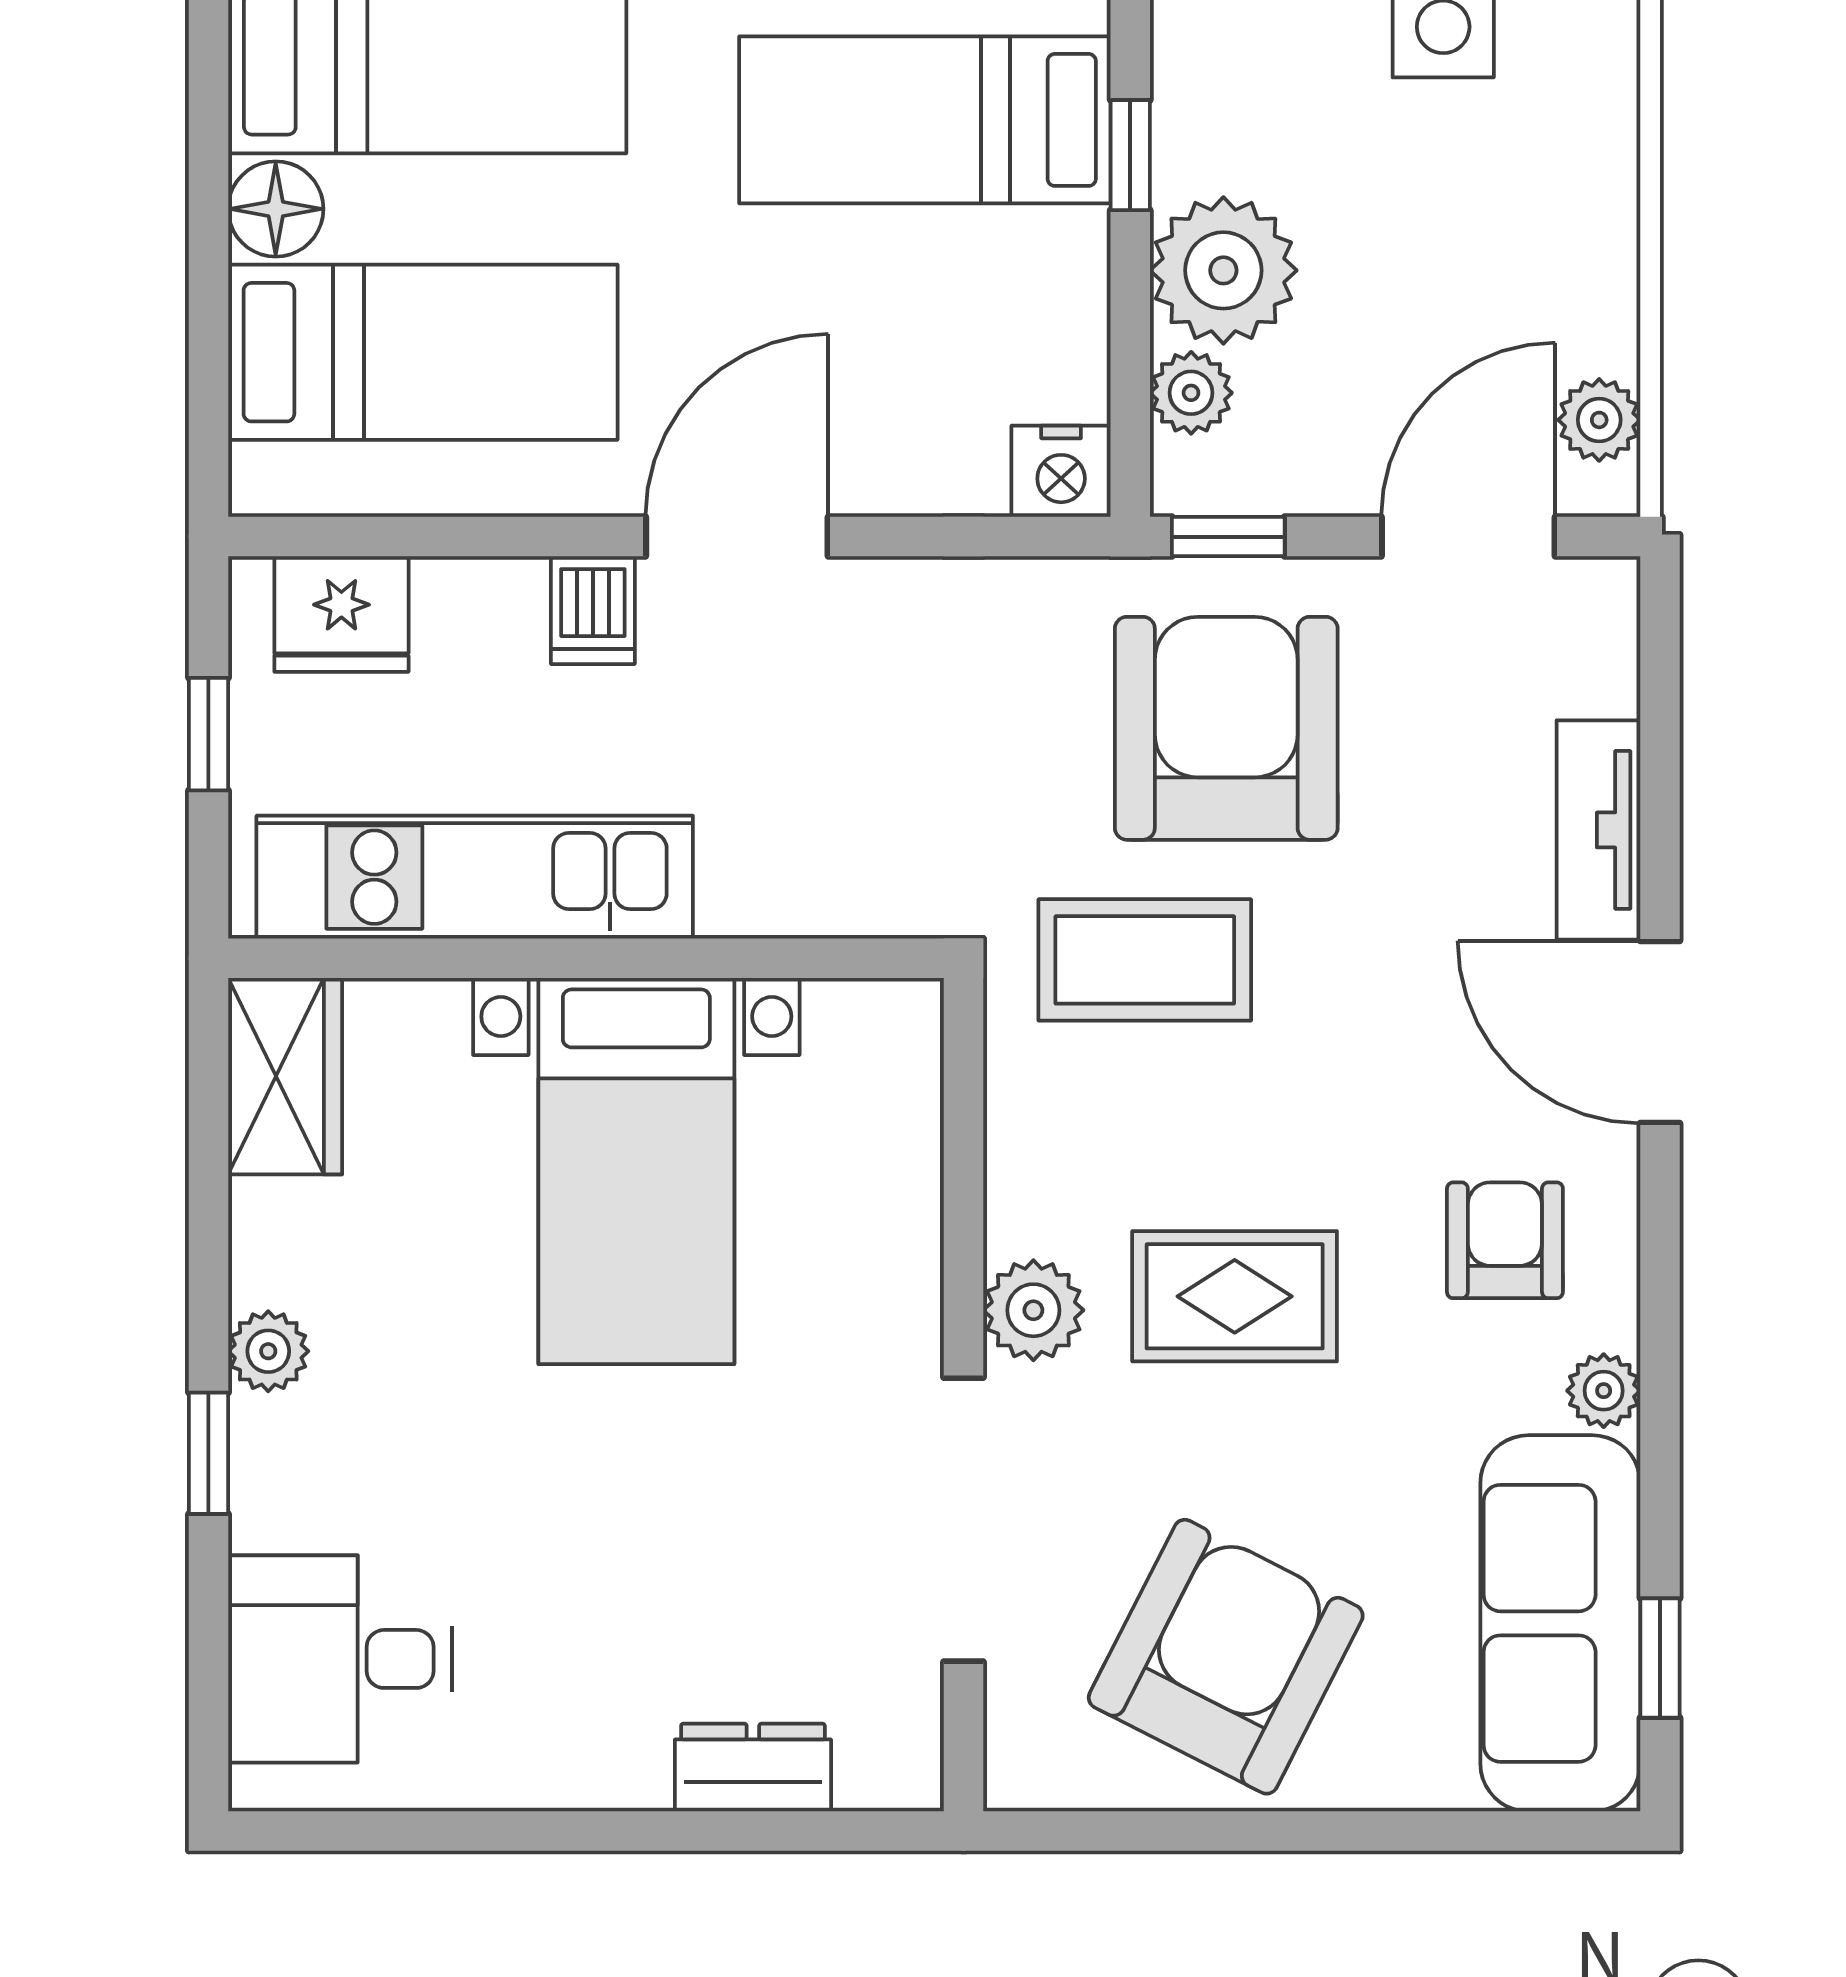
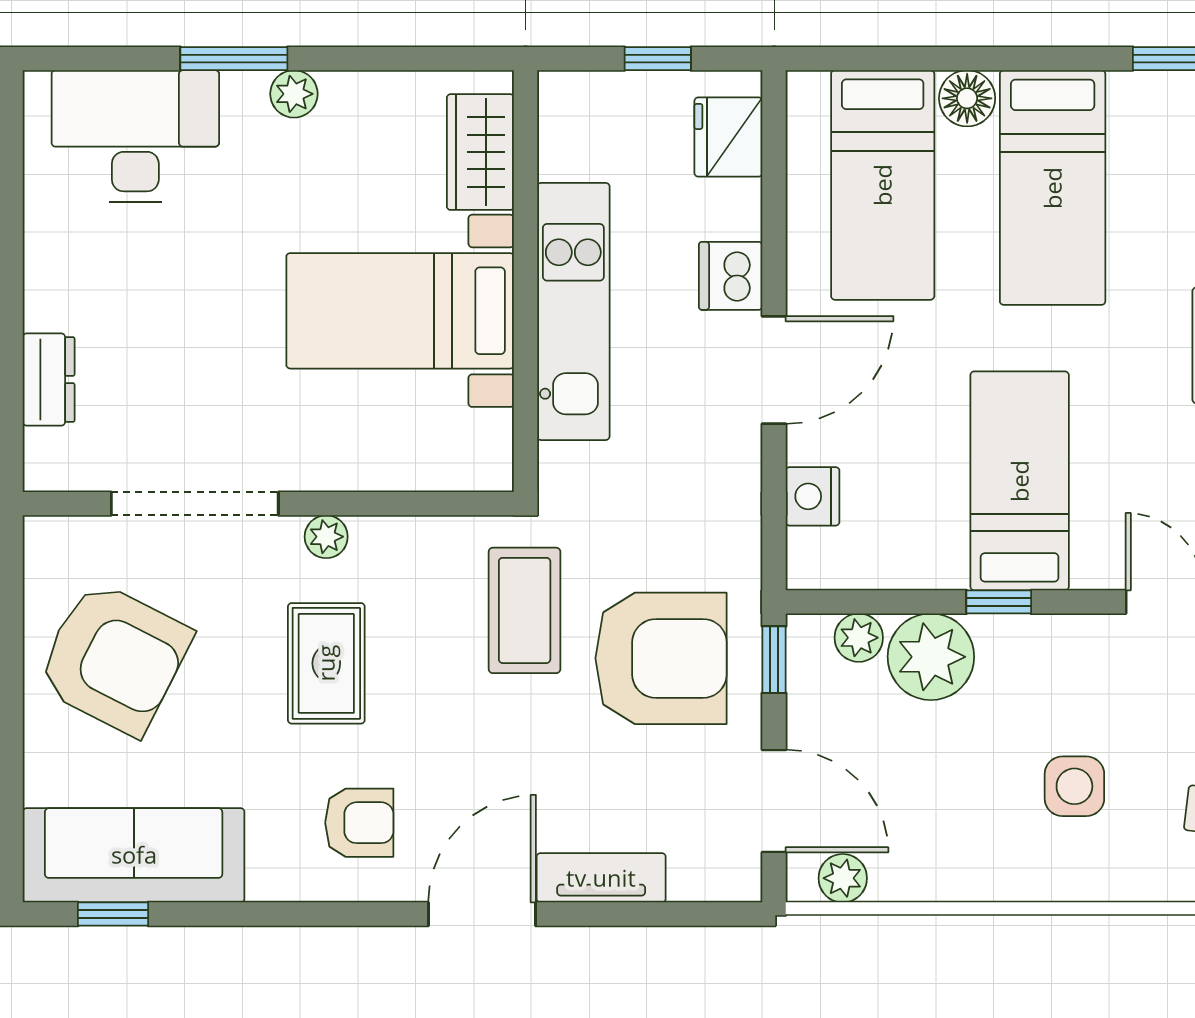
nightstand: (1061, 471) -> (813, 496), moved
door: (737, 537) -> (774, 370), hinge flipped
dishwasher: (593, 610) -> (731, 276), width x1.38
kitchen unit: (475, 877) -> (573, 311), moved
wardrobe: (285, 1076) -> (480, 152), moved, turned 90
plant: (1033, 1310) -> (326, 537), width x0.73, depth x0.73
plant: (1604, 1391) -> (271, 881), removed
window: (208, 1453) -> (234, 59), width x1.50
desk: (340, 1659) -> (135, 136), width x1.37

